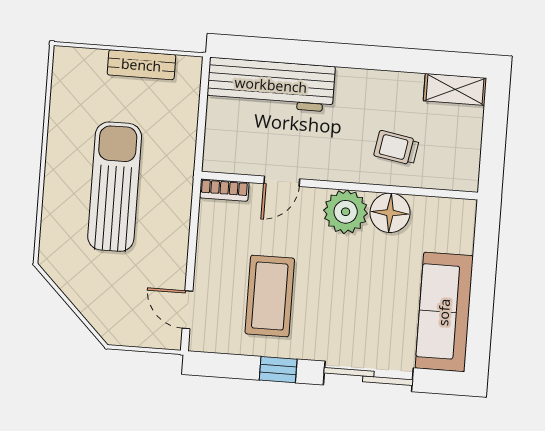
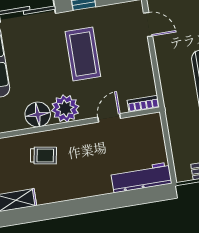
workbench: (271, 85) -> (141, 178), width x0.73, depth x0.76
coffee table: (270, 296) -> (83, 54), moved

